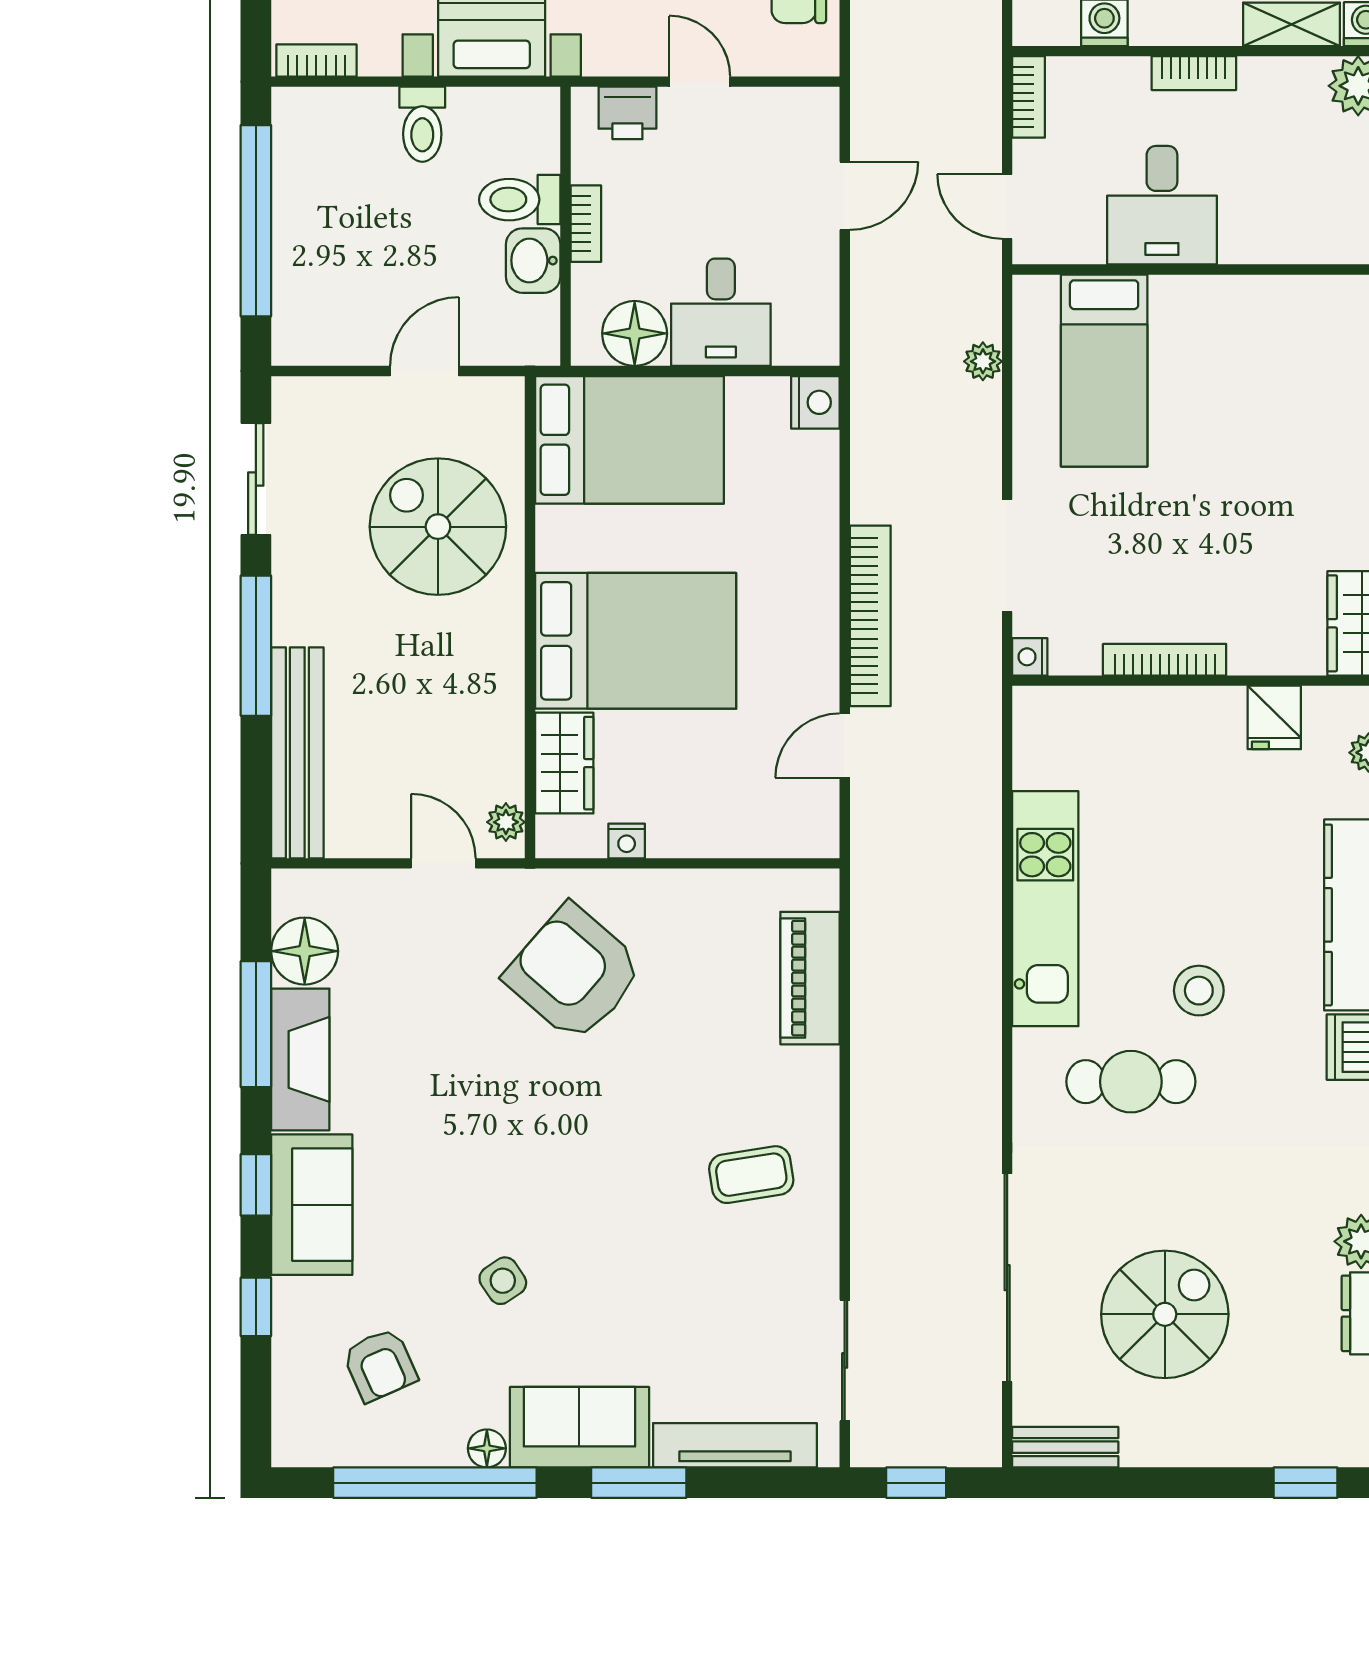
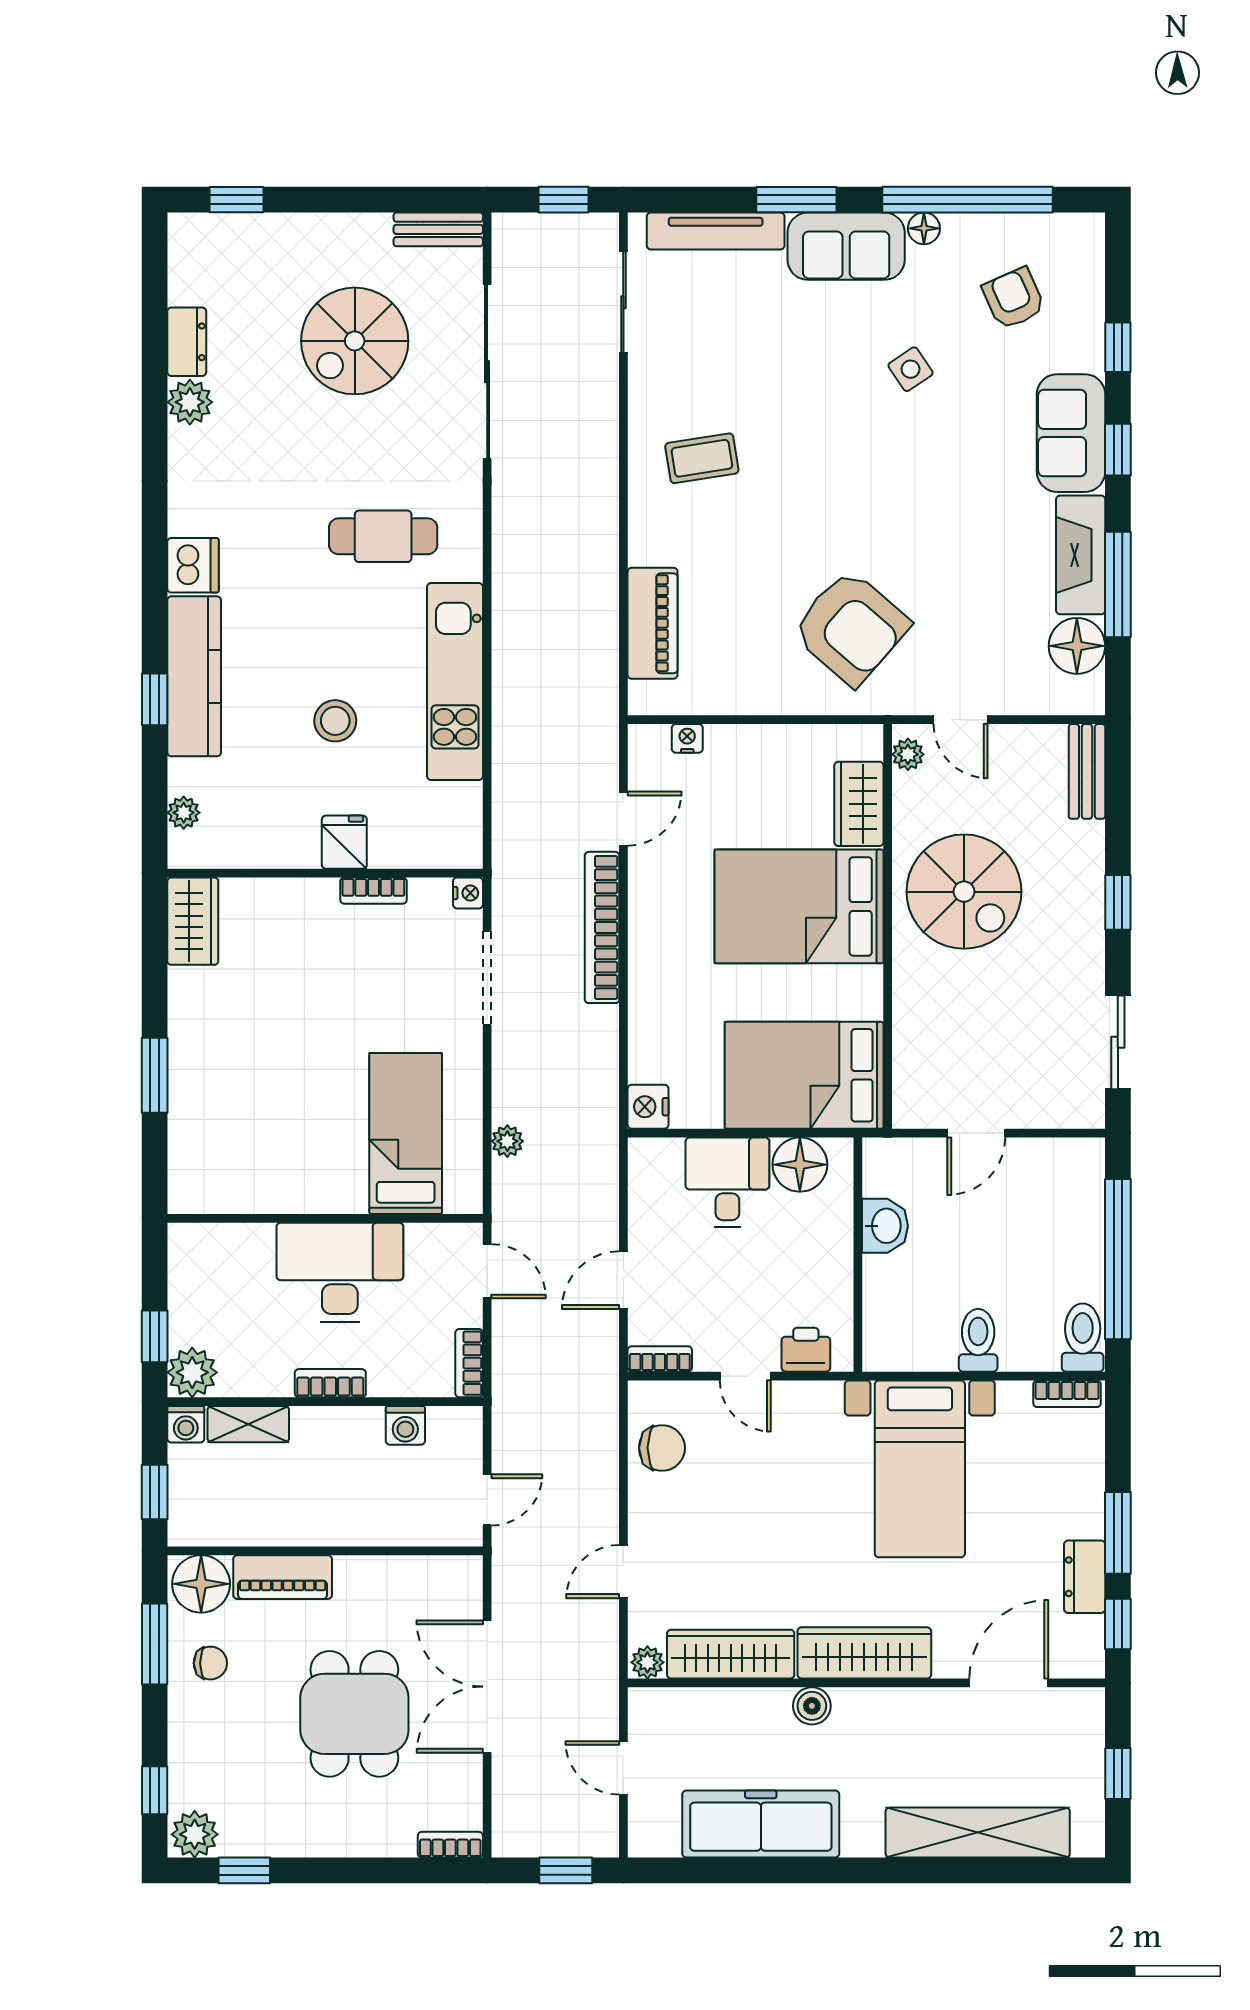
toilet: (520, 200) -> (1083, 1338), moved, turned -90
desk: (1162, 205) -> (340, 1272), width x1.37
bookcase: (586, 224) -> (660, 1359), moved, turned 90
spiral stairs: (438, 527) -> (964, 892), moved
window: (256, 646) -> (1118, 902), width x0.46
bookcase: (1165, 660) -> (373, 891), width x0.64
fridge: (1274, 717) -> (344, 842), moved
bench: (297, 753) -> (1087, 771), width x0.54, depth x0.82
nightstand: (627, 841) -> (687, 738), moved
stool: (1199, 991) -> (335, 721), moved

